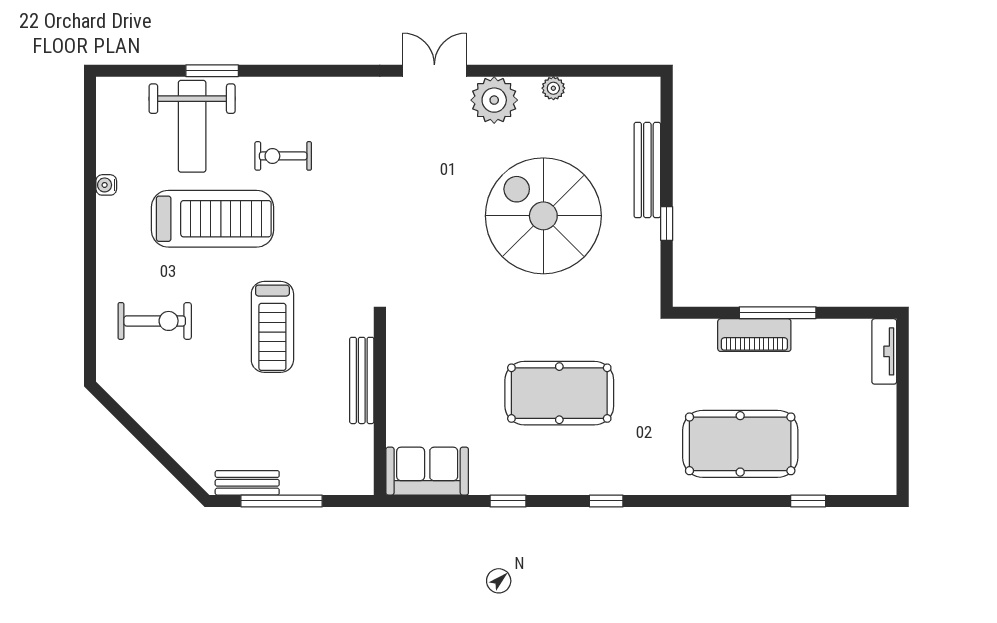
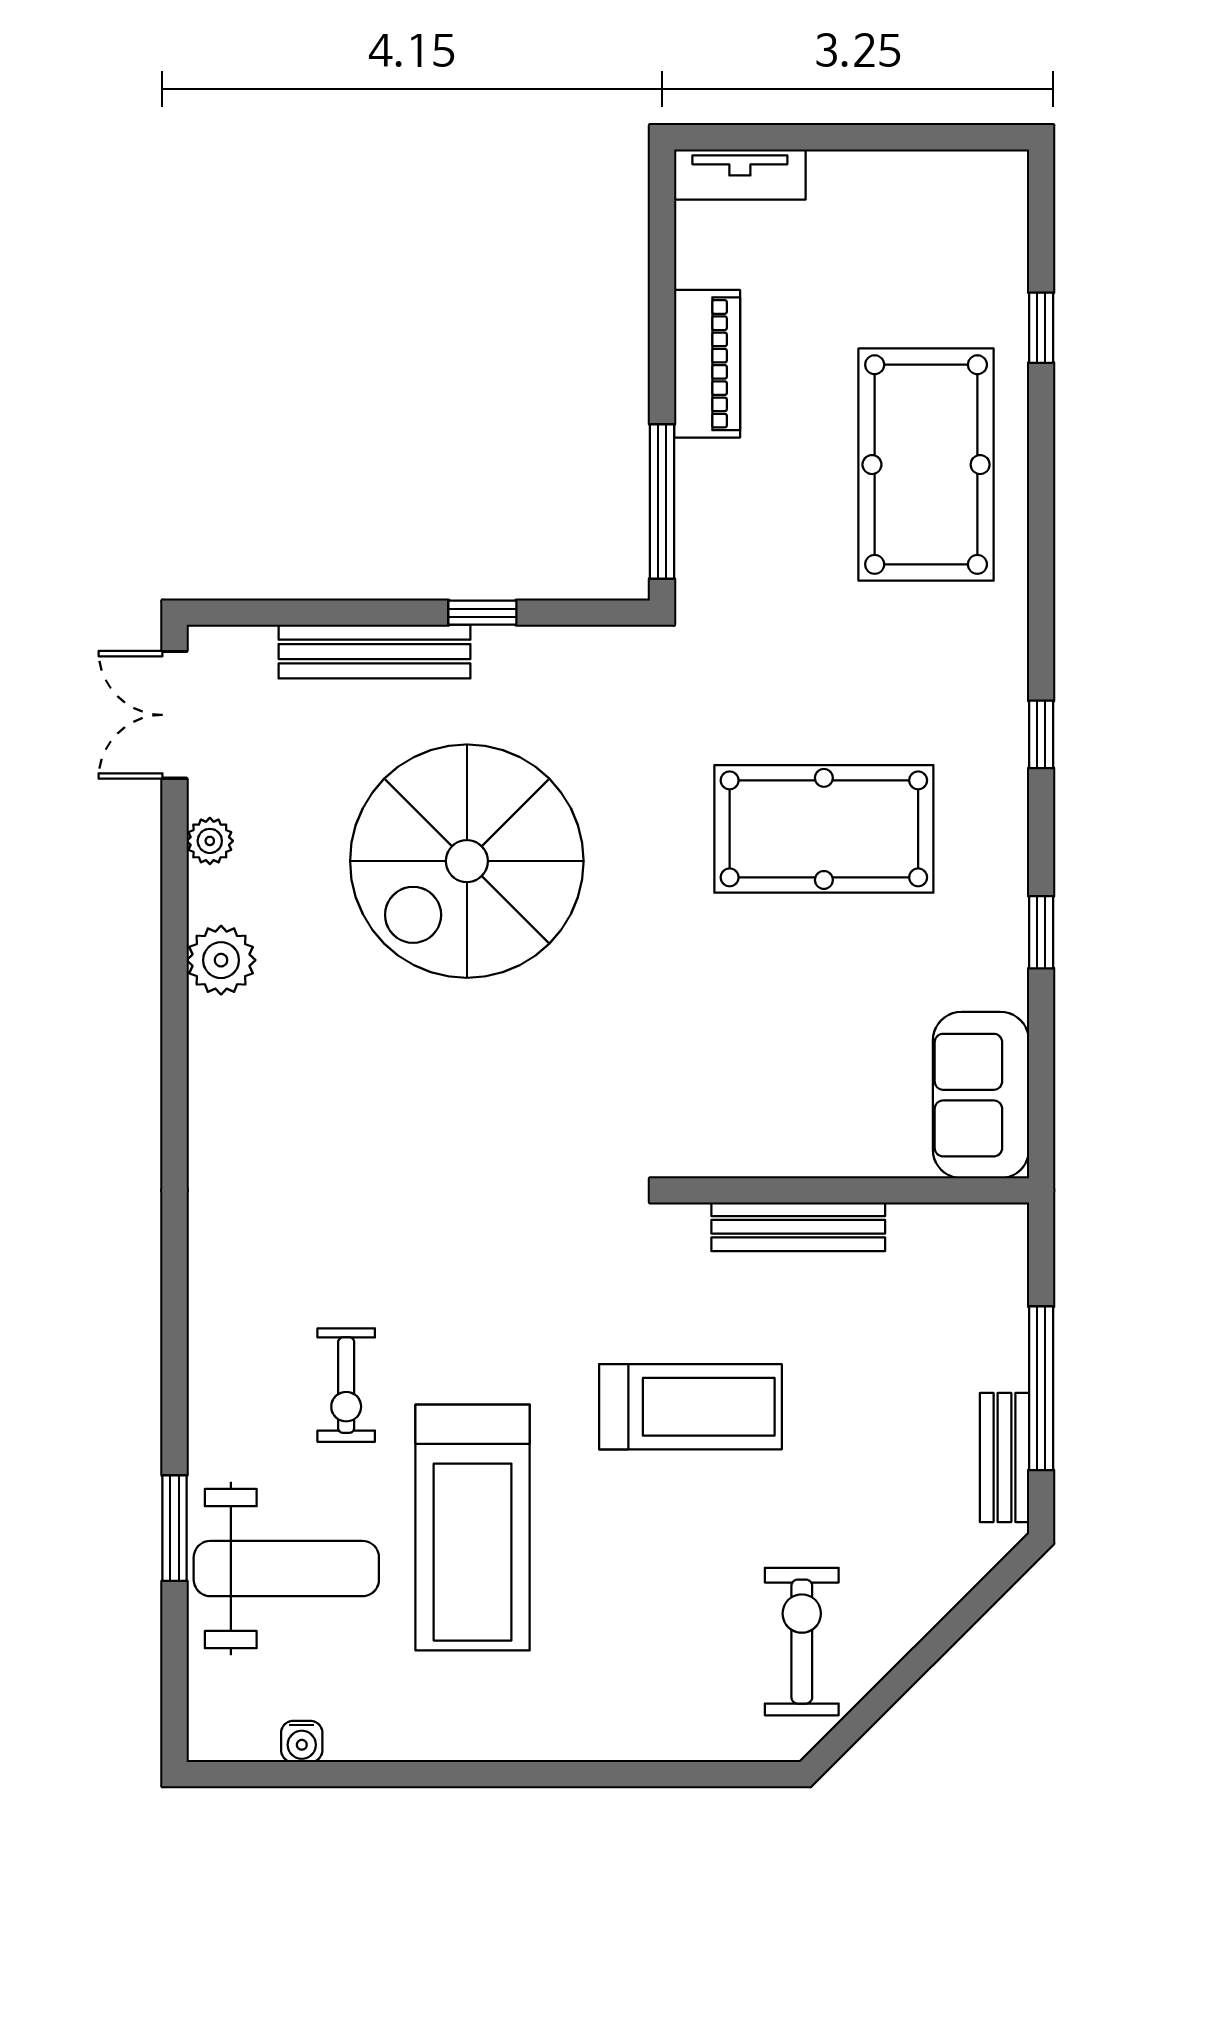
double door: (434, 71) -> (175, 715), moved
plant: (494, 100) -> (221, 960), width x0.73, depth x0.73
water cooler: (106, 185) -> (302, 1741), moved
treadmill: (212, 219) -> (473, 1527), turned 180
window: (778, 313) -> (662, 502), moved
exercise bike: (155, 321) -> (802, 1642), moved
piano: (754, 335) -> (707, 364), moved
pool table: (559, 393) -> (824, 829), turned 90

